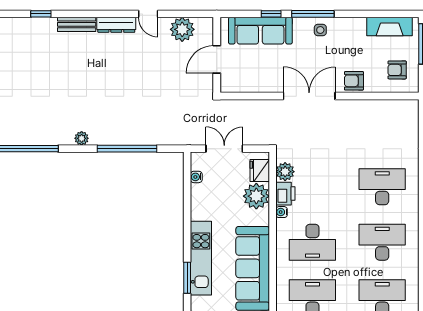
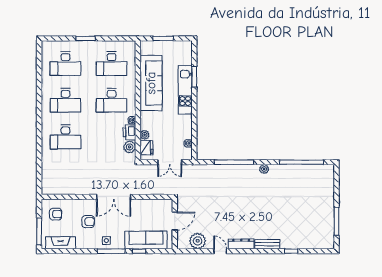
armchair: (354, 81) -> (88, 222), moved
plant: (256, 196) -> (145, 135), width x0.53, depth x0.53
desk: (312, 242) -> (112, 100), turned 180

